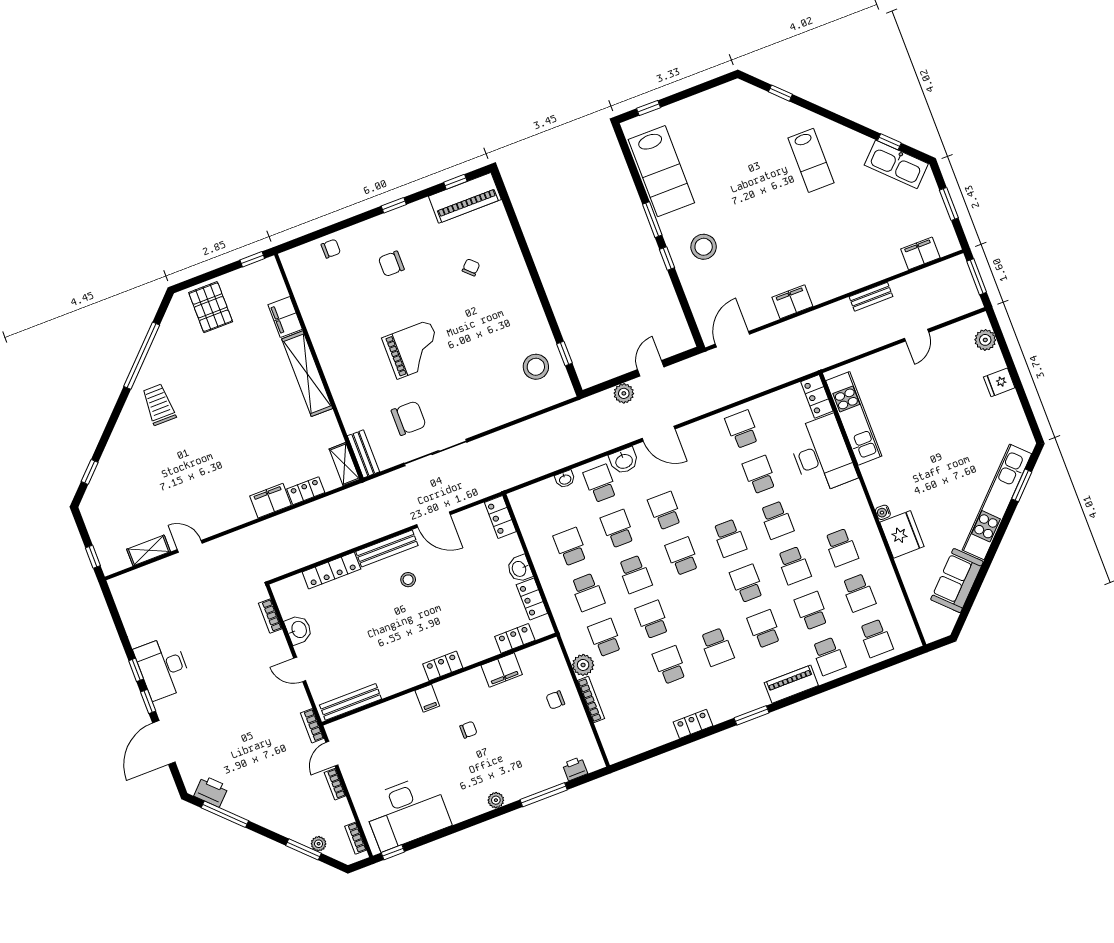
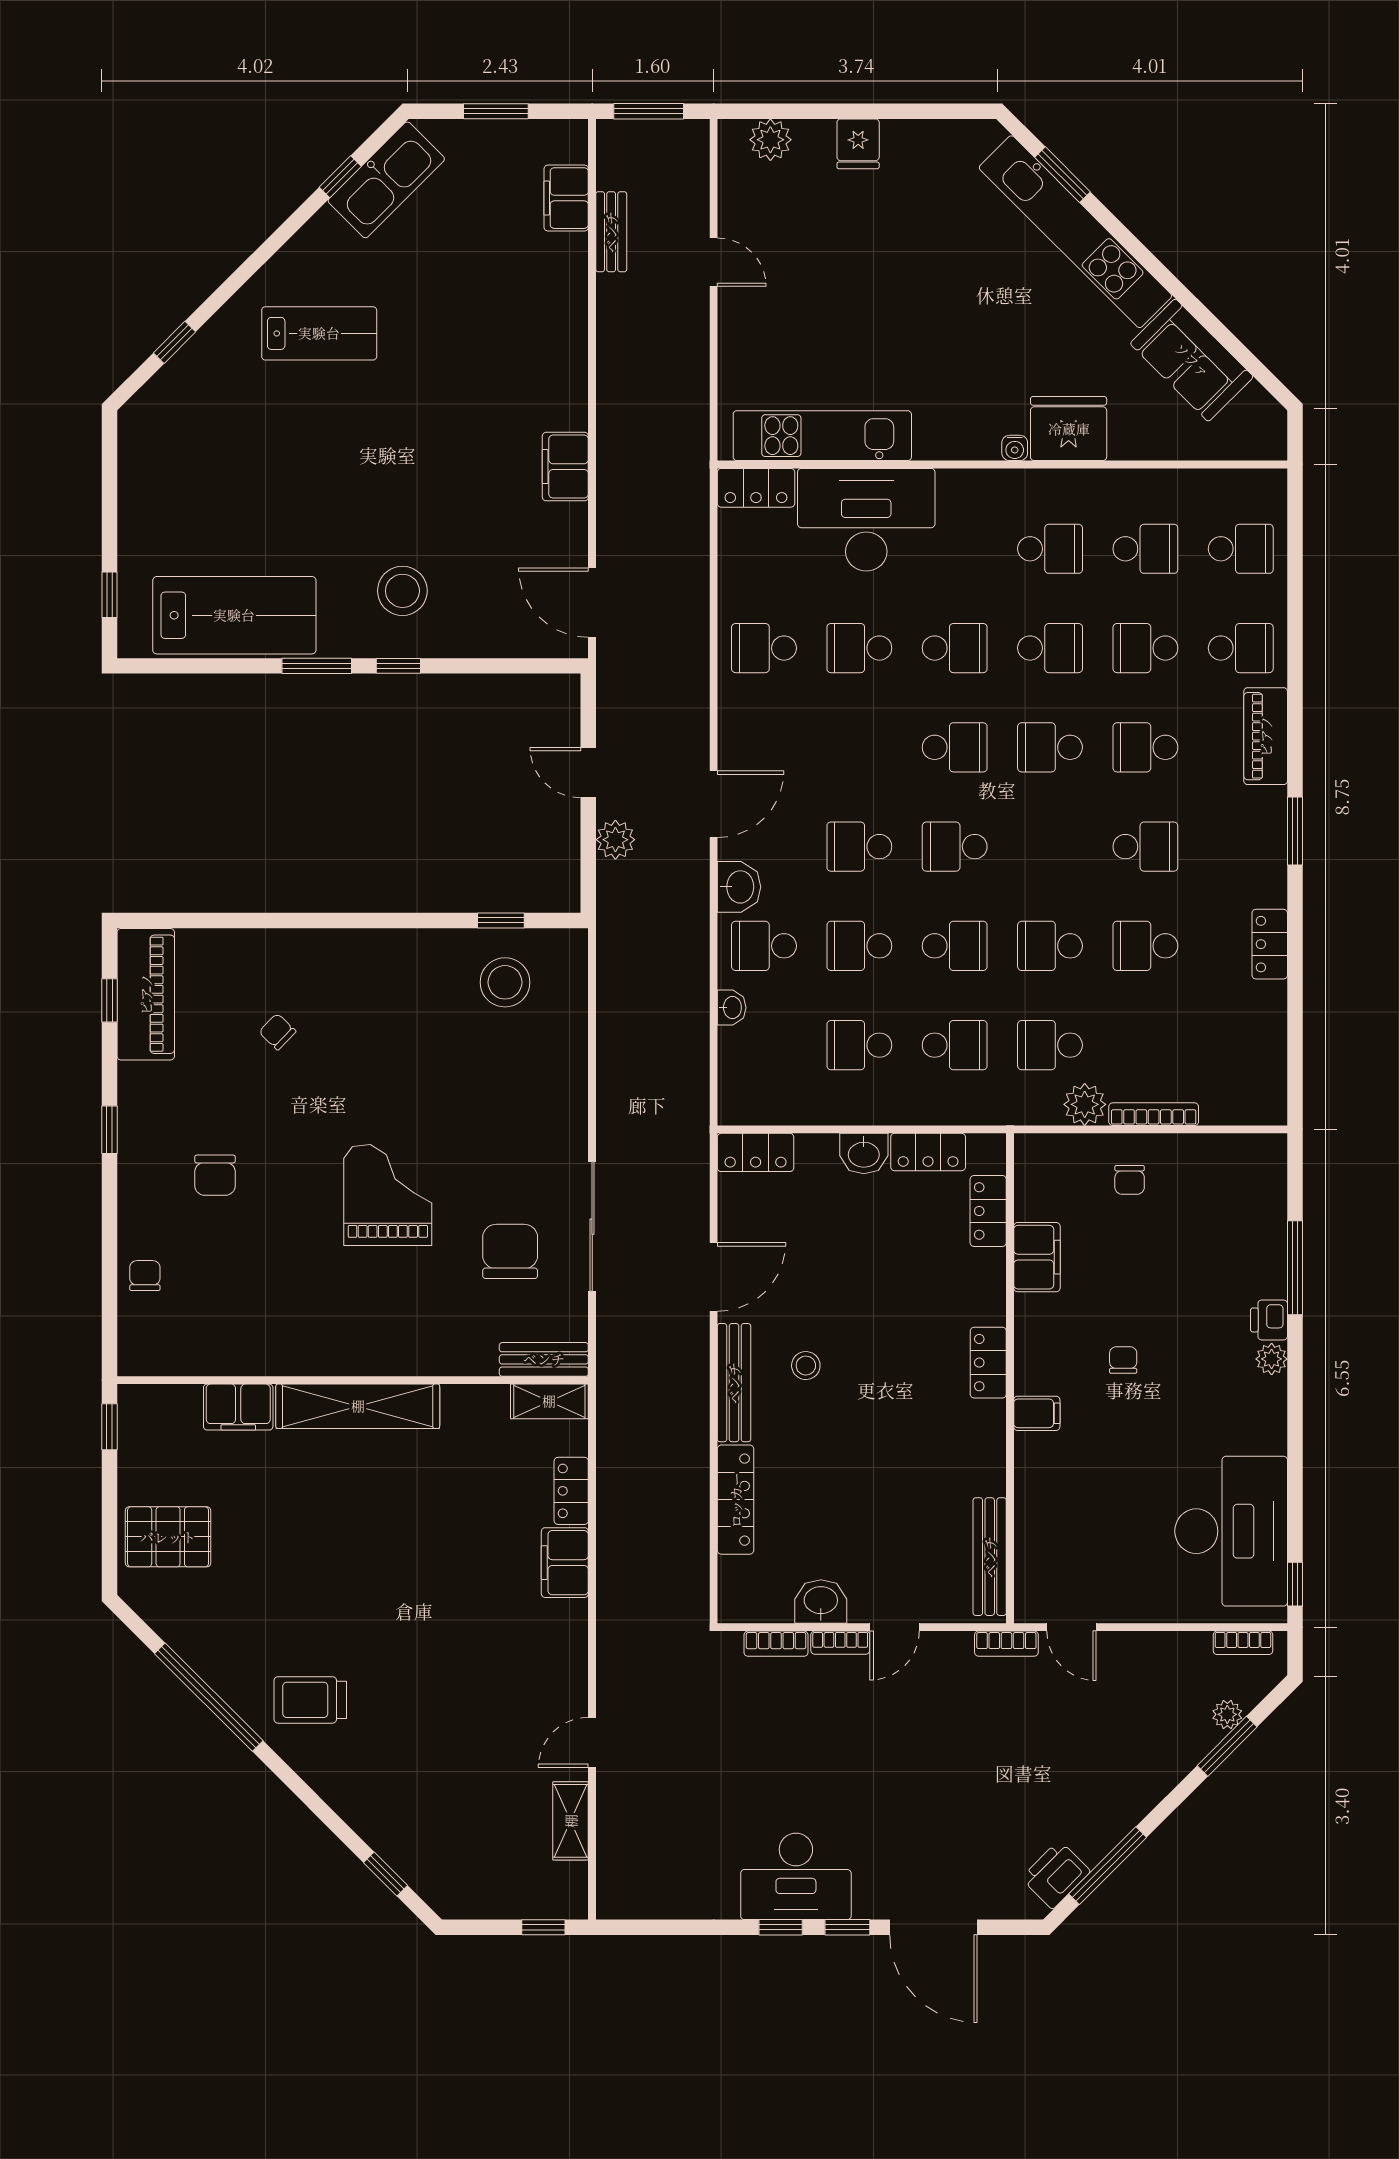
bench: (871, 297) -> (611, 232), moved
printer: (575, 769) -> (1269, 1320), moved
bookcase: (335, 784) -> (840, 1643), moved

